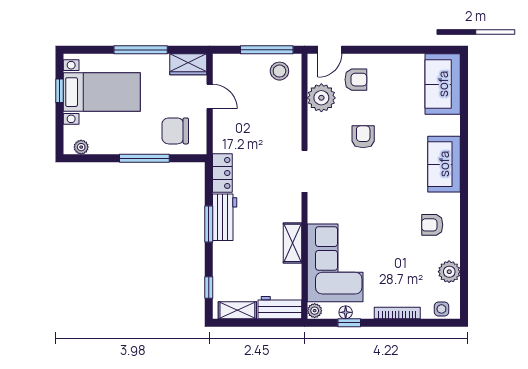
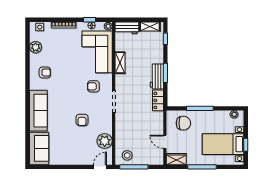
armchair: (356, 80) -> (93, 86), moved
sofa: (444, 164) -> (38, 111), width x1.36

